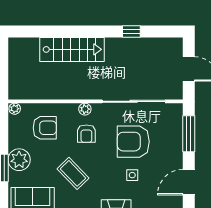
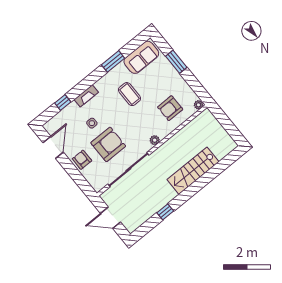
armchair: (86, 134) -> (82, 160), moved
window: (189, 134) -> (78, 177), removed
plant: (19, 160) -> (170, 75), removed
coffee table: (73, 173) -> (129, 94), turned 44

